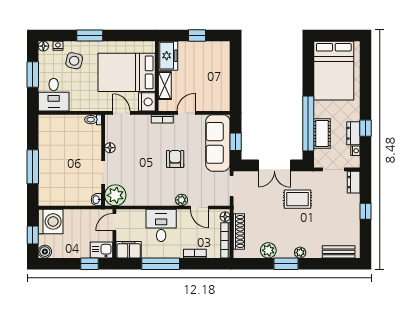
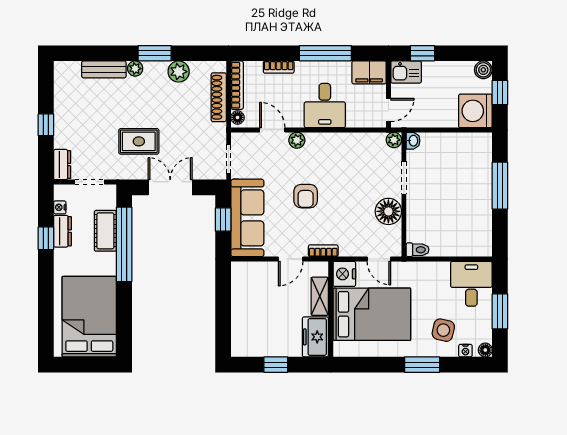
floor lamp: (110, 148) -> (388, 211), width x1.89, depth x1.89
plant: (115, 195) -> (394, 140), width x0.53, depth x0.53
bench: (339, 252) -> (104, 69), moved

